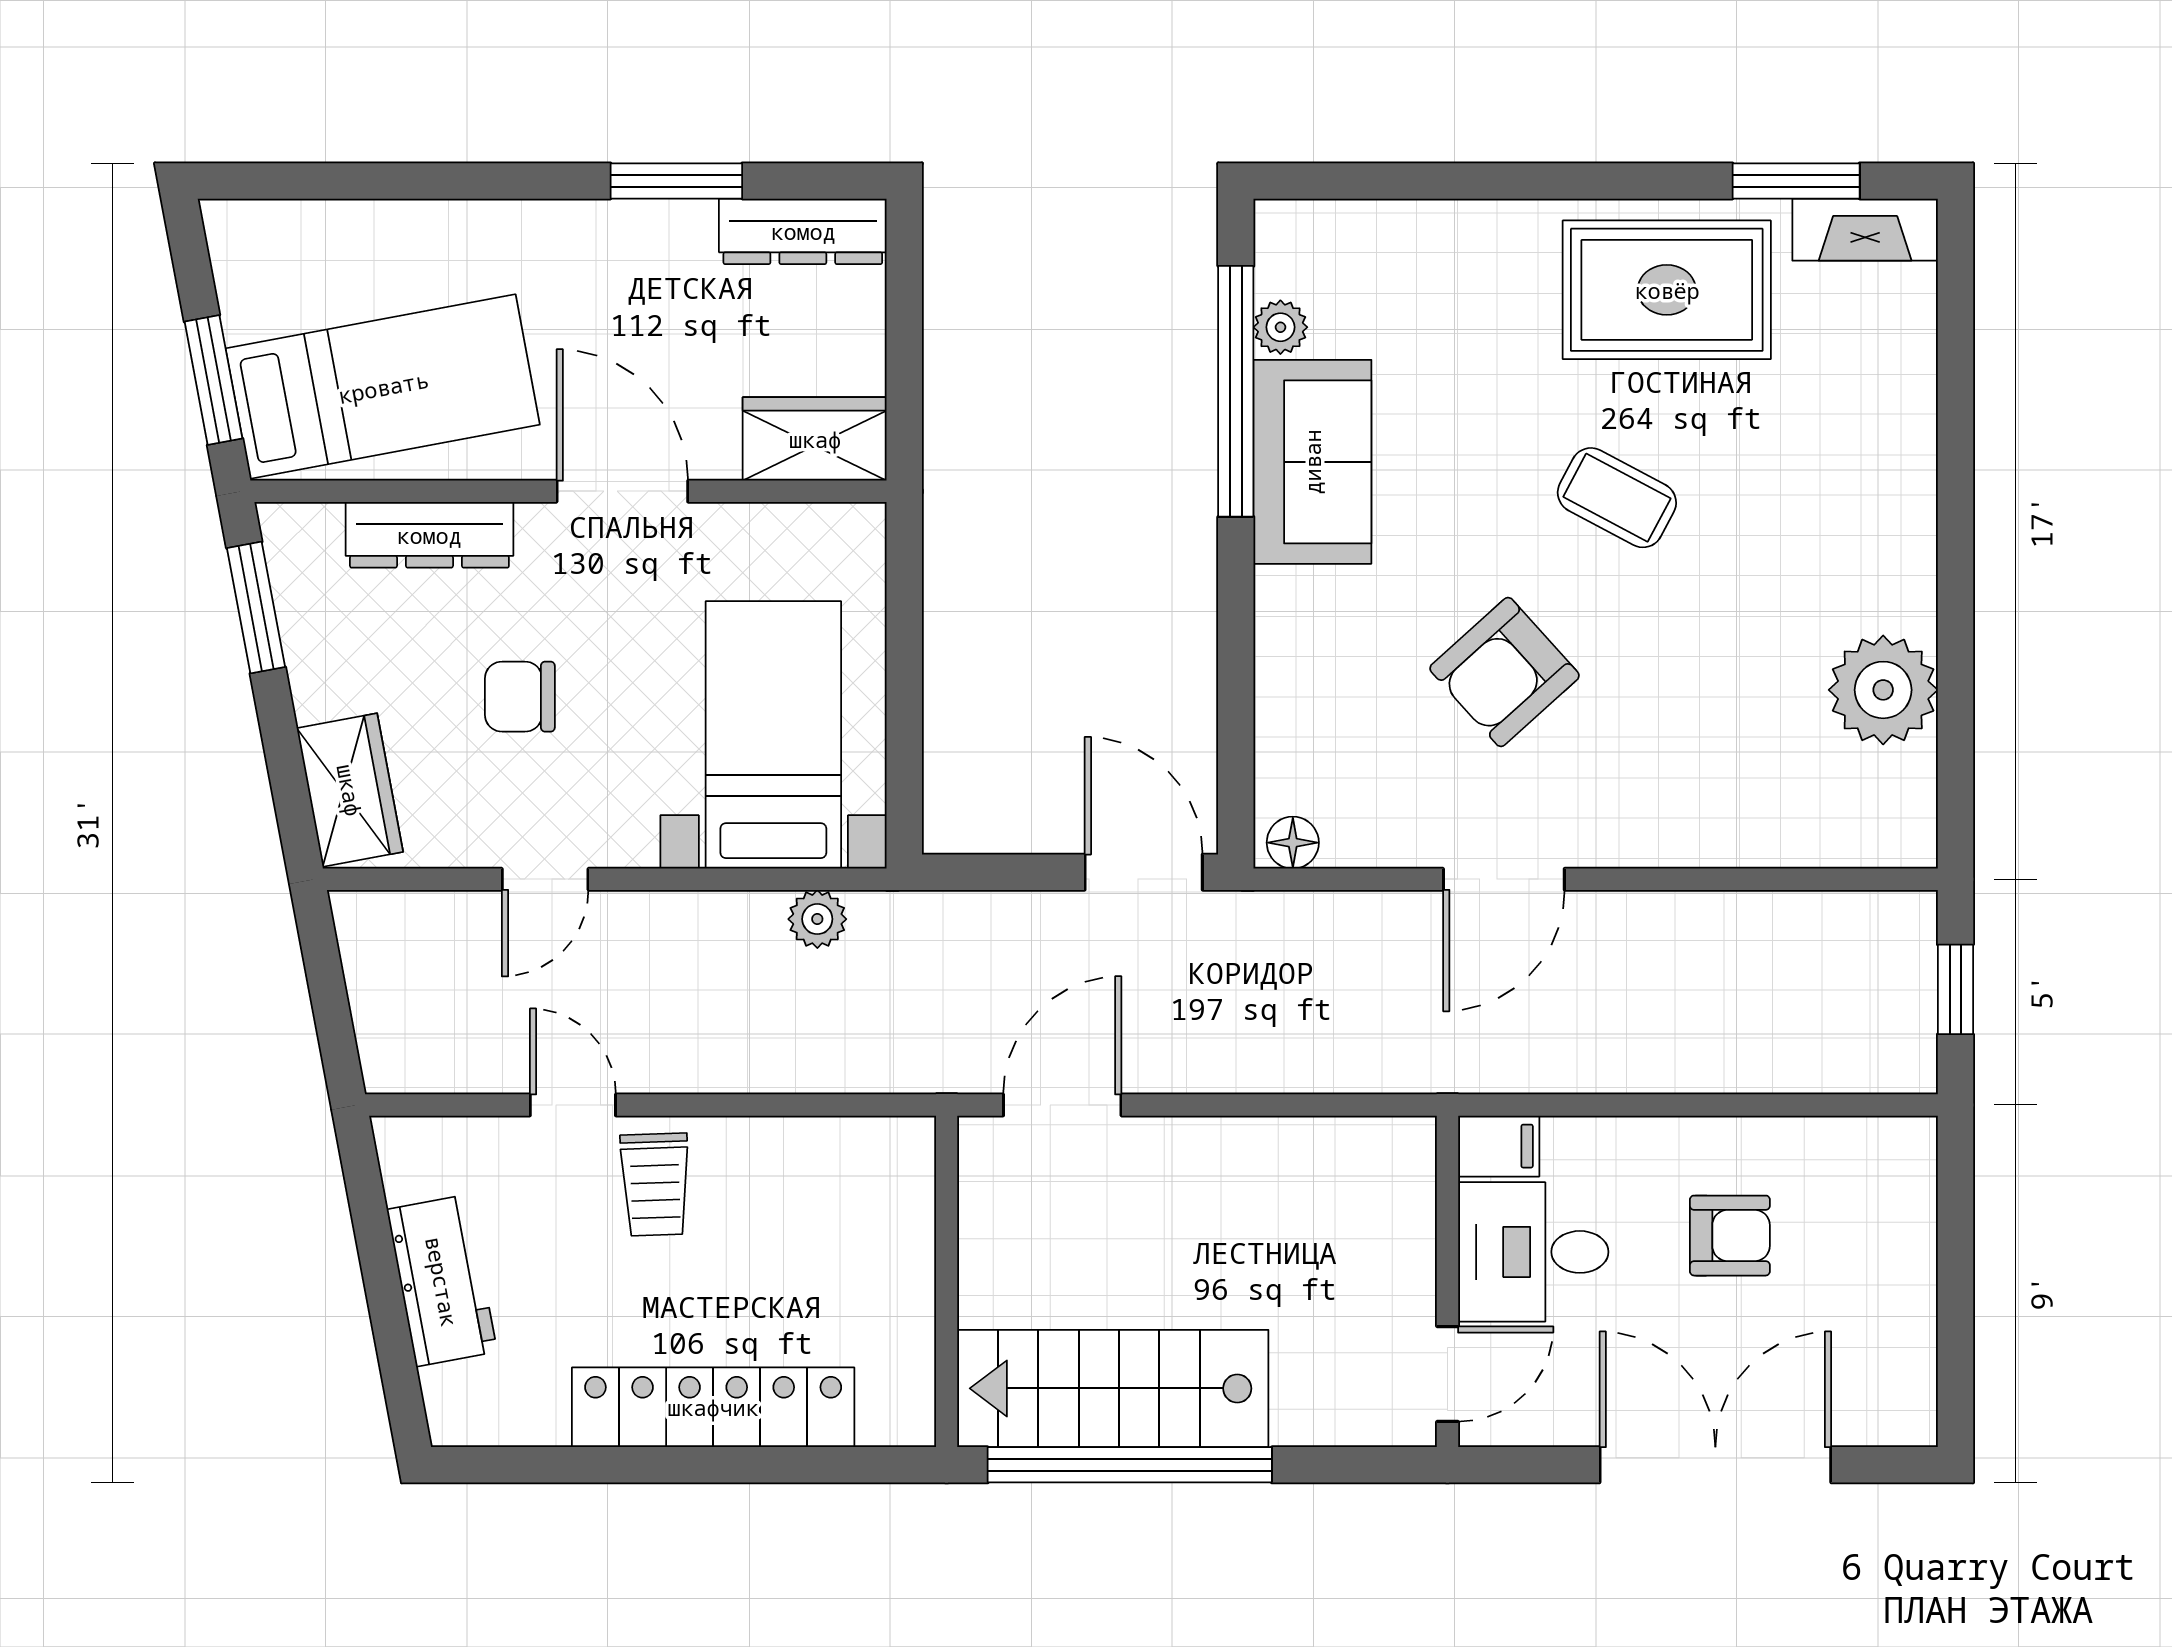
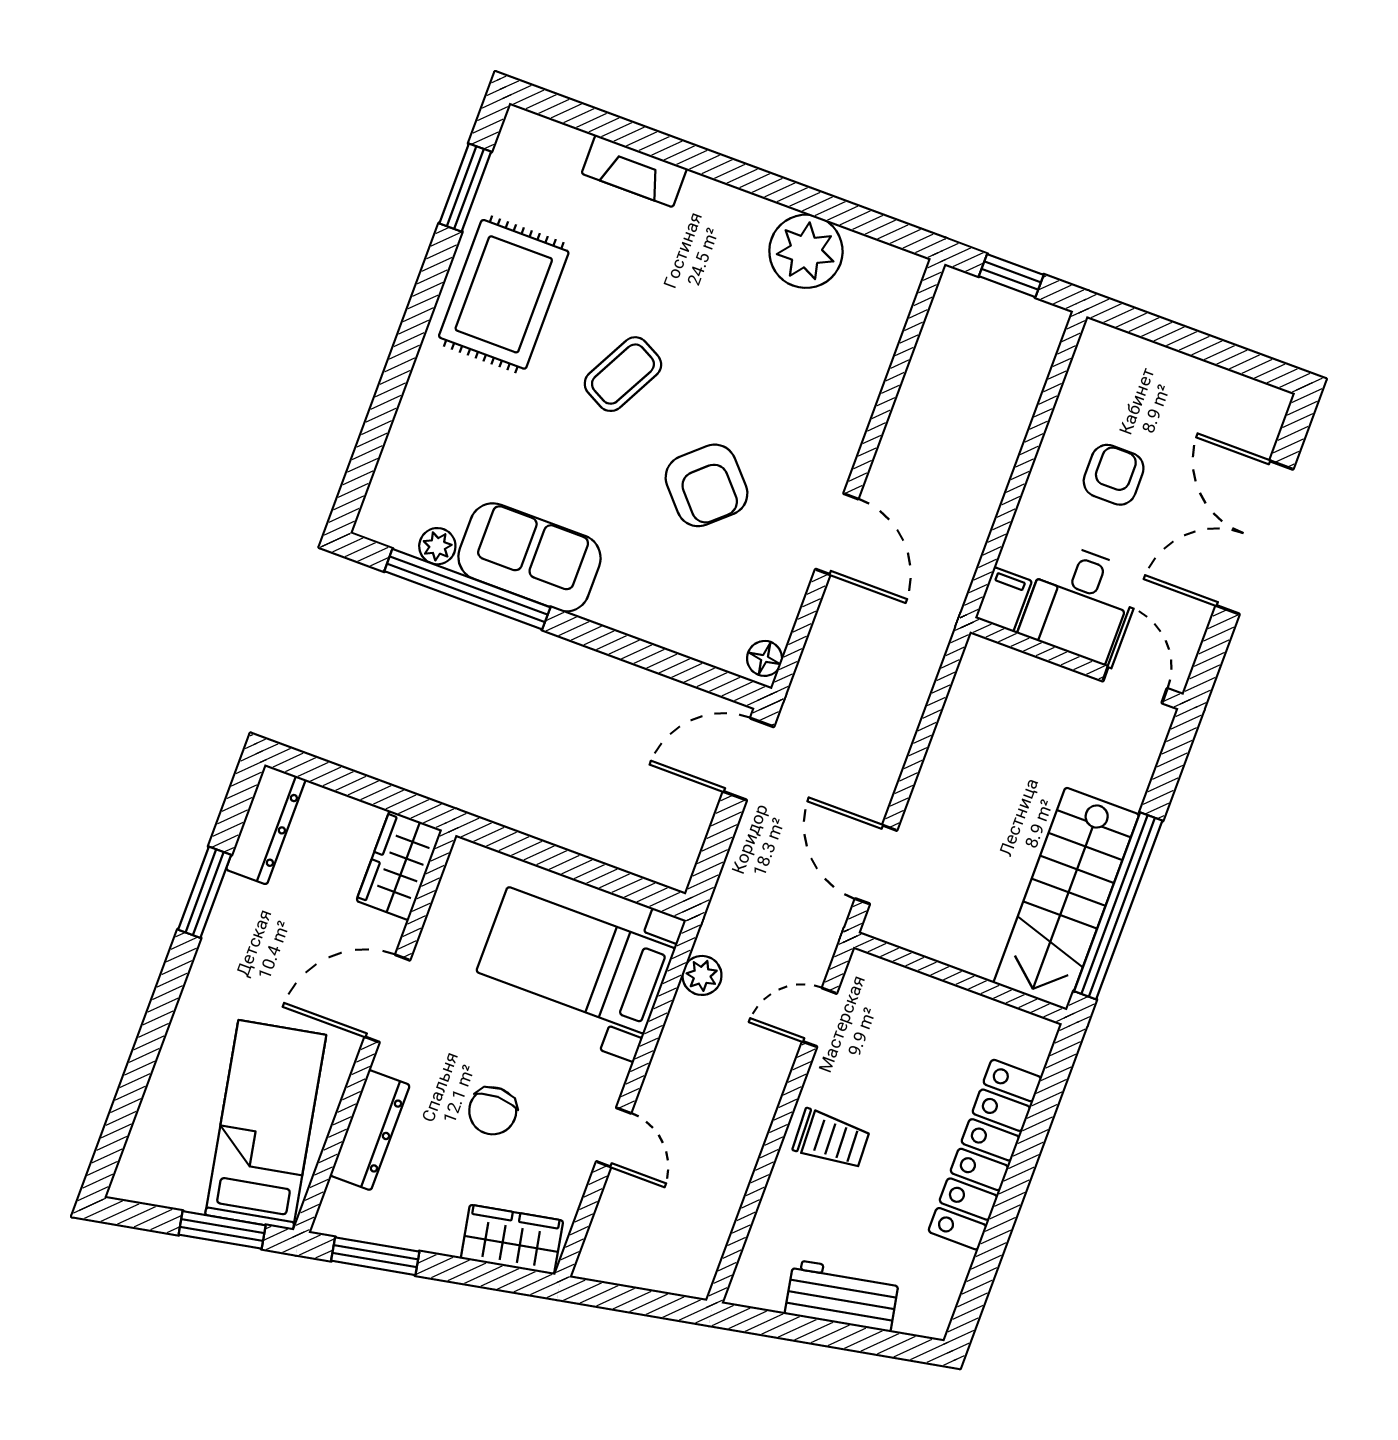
fireplace: (1865, 230) -> (634, 171), moved, turned 90
door: (573, 1105) -> (820, 1017), moved

